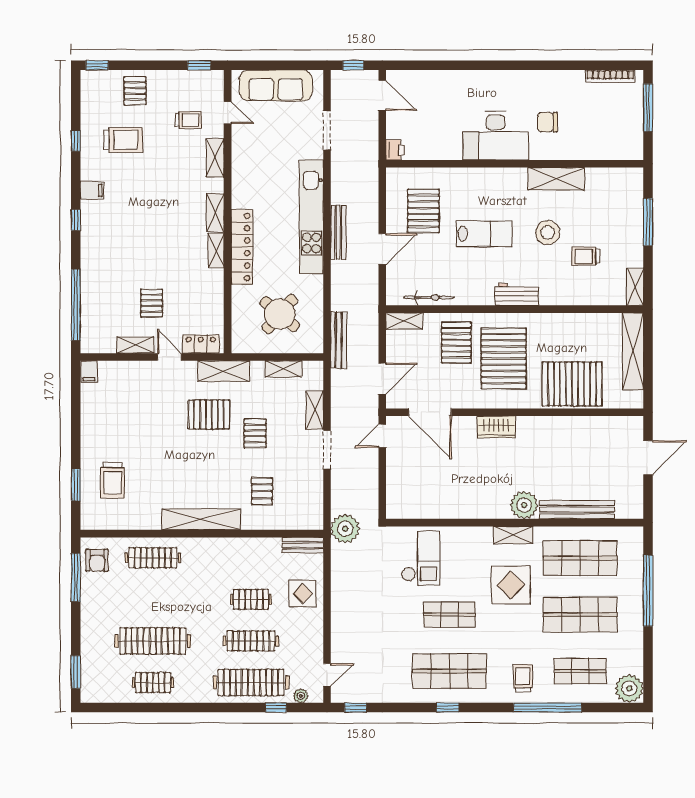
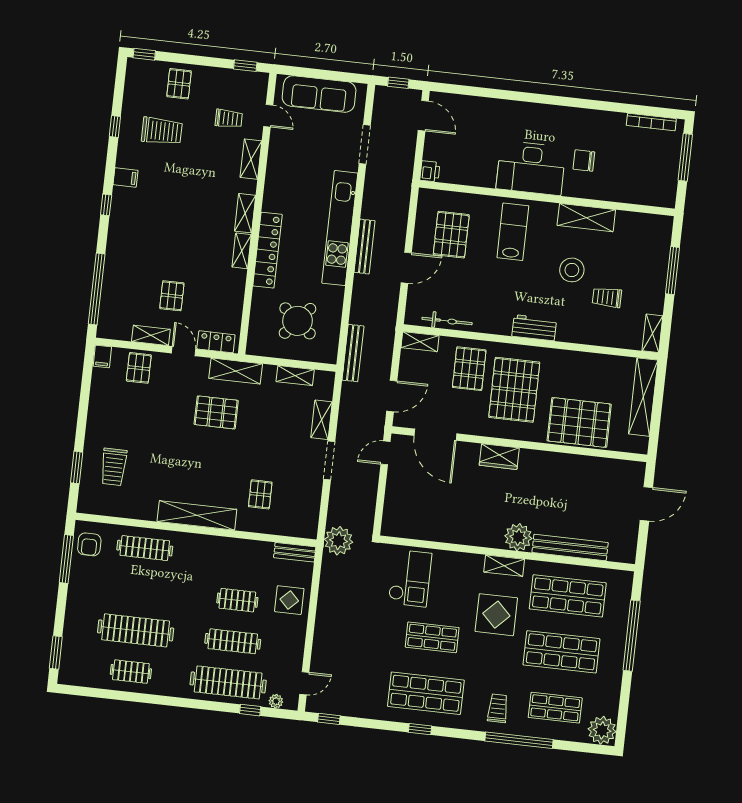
lab bench: (484, 234) -> (513, 232), moved, turned -90
pallet: (255, 433) -> (139, 368), moved

